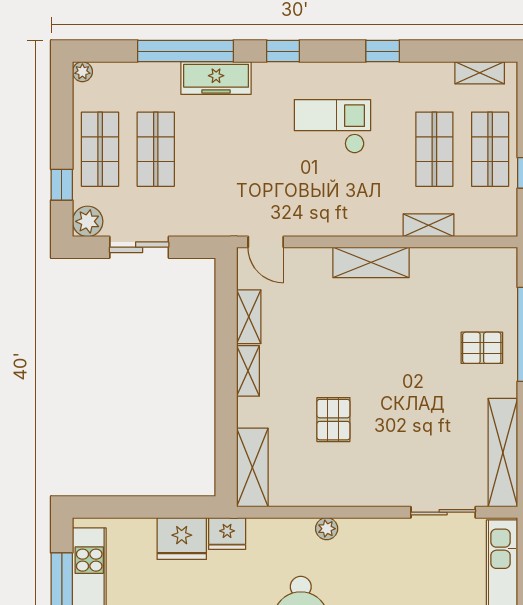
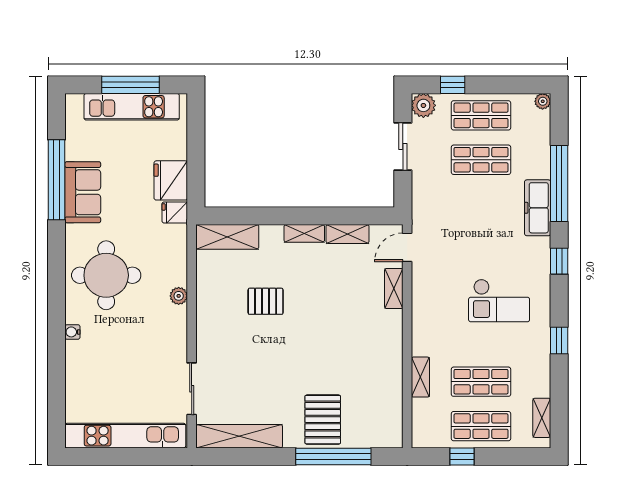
checkout: (332, 126) -> (499, 301), turned 90
shelving: (371, 262) -> (394, 288), moved, width x0.67, depth x0.75
pallet: (482, 348) -> (323, 420), width x1.50, depth x1.42
fridge: (227, 533) -> (175, 212), width x0.72

